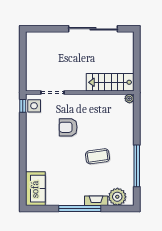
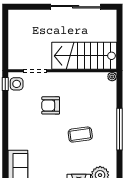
stairs: (110, 82) -> (84, 56), width x1.36, depth x1.51
window: (137, 166) -> (120, 129), moved

